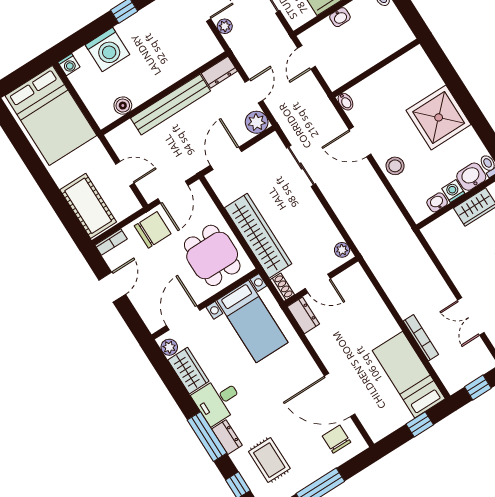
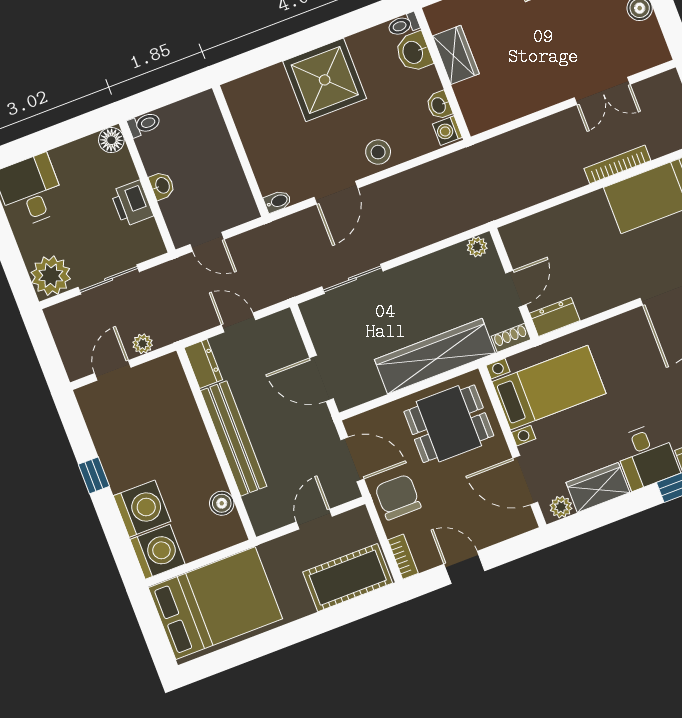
washing machine: (69, 65) -> (157, 552), width x1.89, depth x1.89
plant: (257, 122) -> (281, 327), removed
washing machine: (453, 191) -> (447, 131), moved

